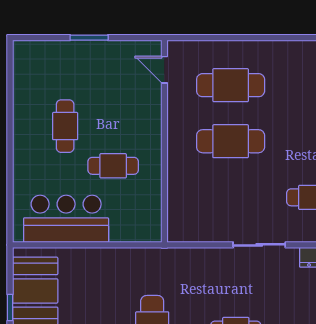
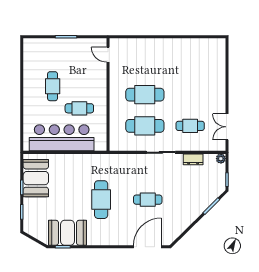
cafe table: (231, 85) -> (145, 126), moved
bar counter: (66, 219) -> (62, 138), width x1.36

